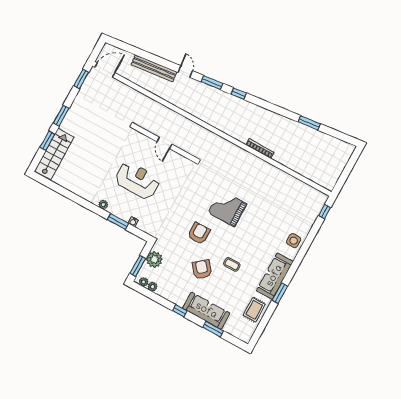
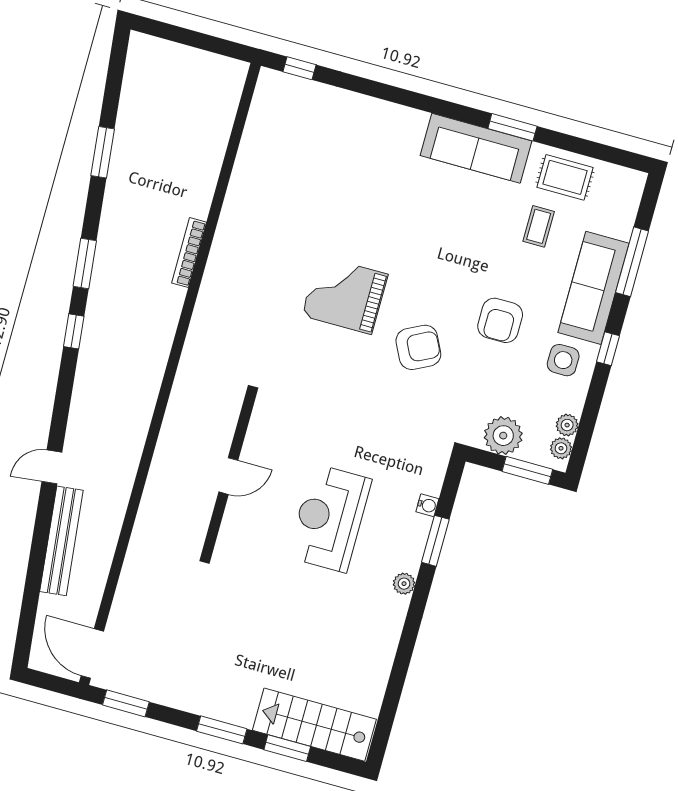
window: (212, 83) -> (85, 264), moved
grand piano: (227, 208) -> (345, 295), turned 90
armchair: (199, 233) -> (418, 347), turned 153
side table: (294, 241) -> (563, 360), moved
coffee table: (232, 264) -> (539, 226), moved
armchair: (202, 269) -> (500, 320), turned -51
window: (213, 329) -> (632, 262), width x1.44

